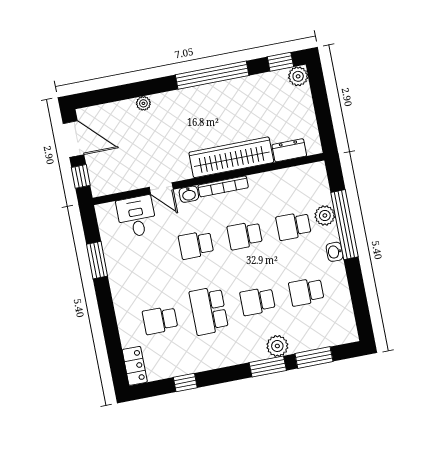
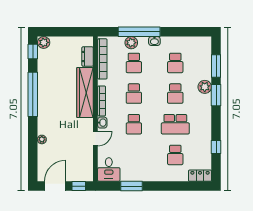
bookcase: (290, 175) -> (102, 59), added
desk: (136, 217) -> (109, 169), moved, turned -90

